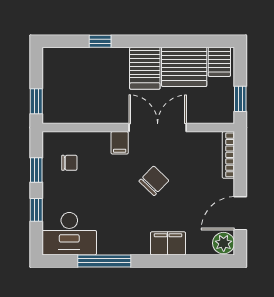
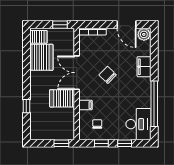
server rack: (145, 68) -> (62, 98), moved, turned 180
filing cabinet: (120, 143) -> (86, 105), moved
window: (104, 261) -> (154, 104), width x1.46

